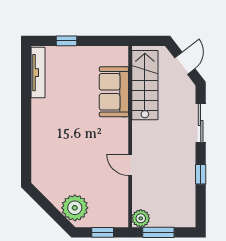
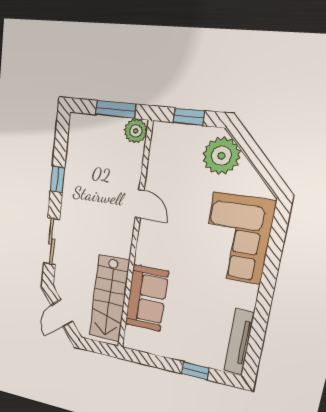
corner sofa: (53, 151) -> (237, 238), added

